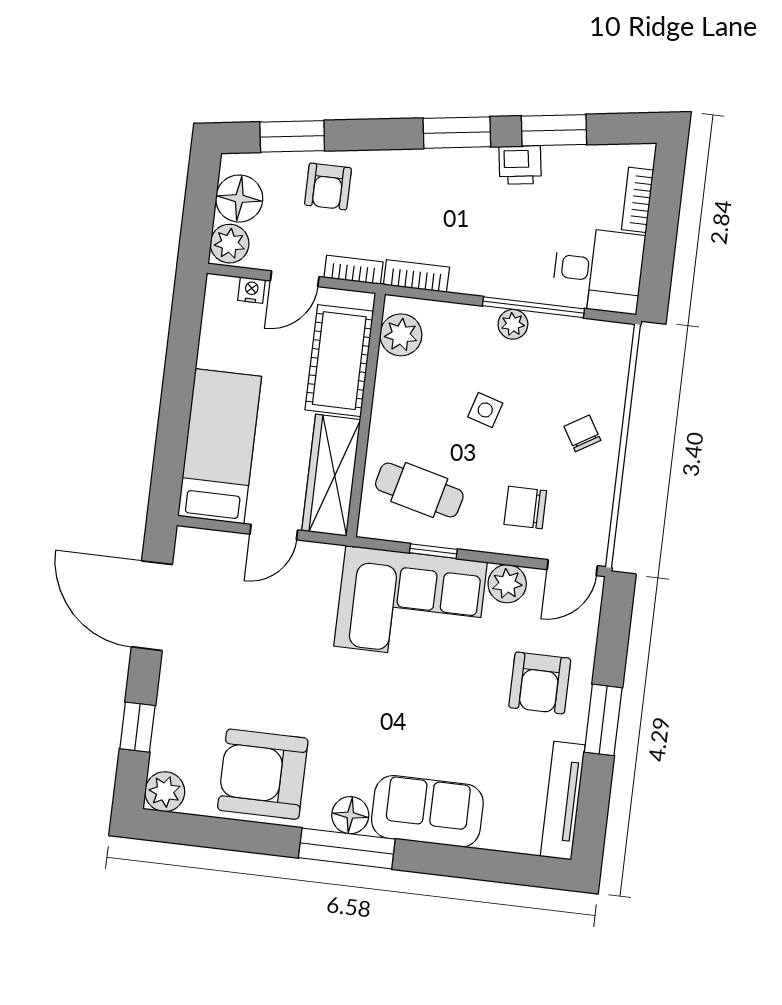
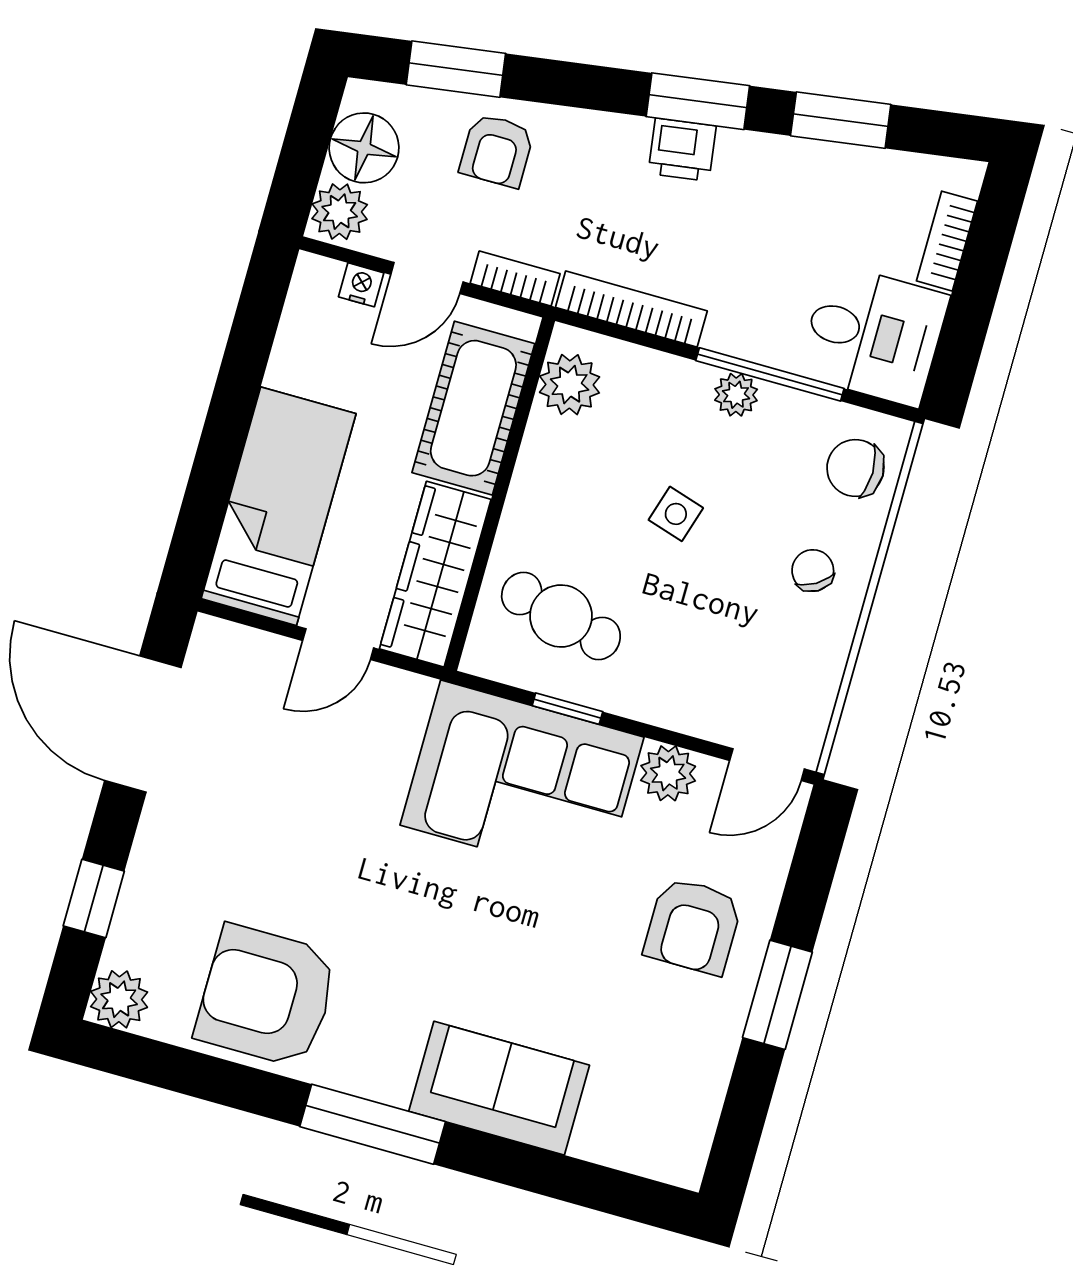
printer: (520, 165) -> (682, 150), moved
bookcase: (416, 276) -> (631, 309), width x1.56
chair: (525, 508) -> (855, 468), moved
tv unit: (563, 801) -> (700, 1104), removed
floor lamp: (350, 815) -> (385, 1076), removed

